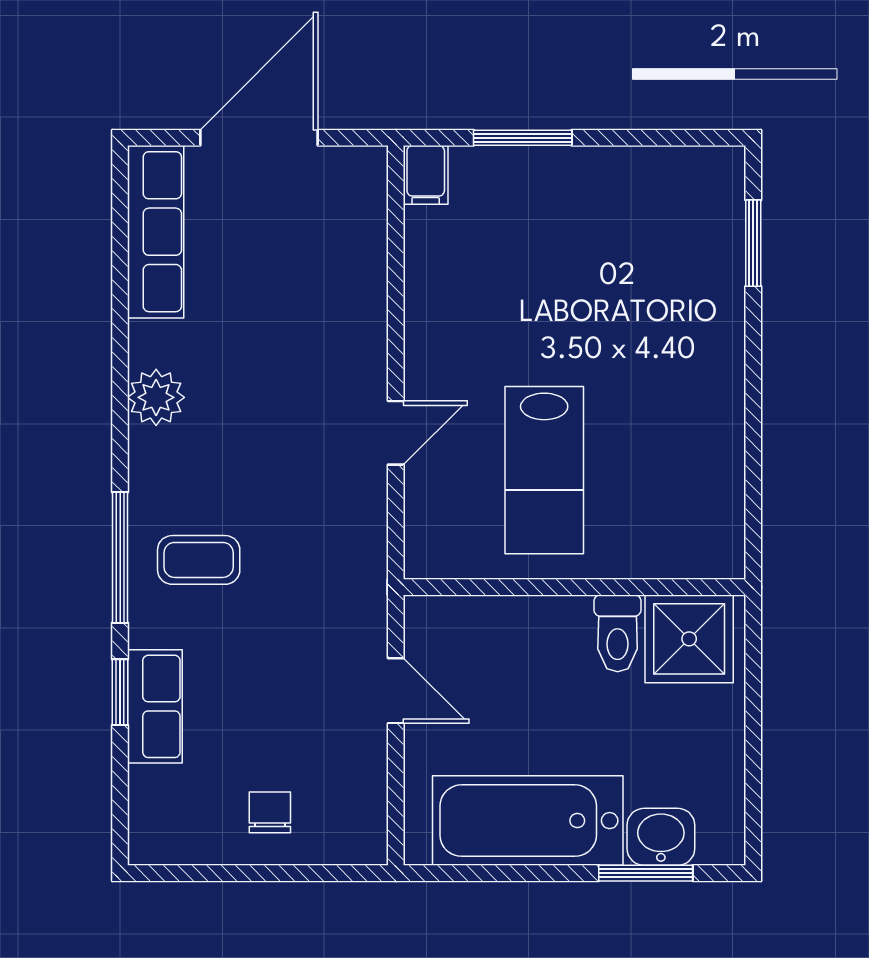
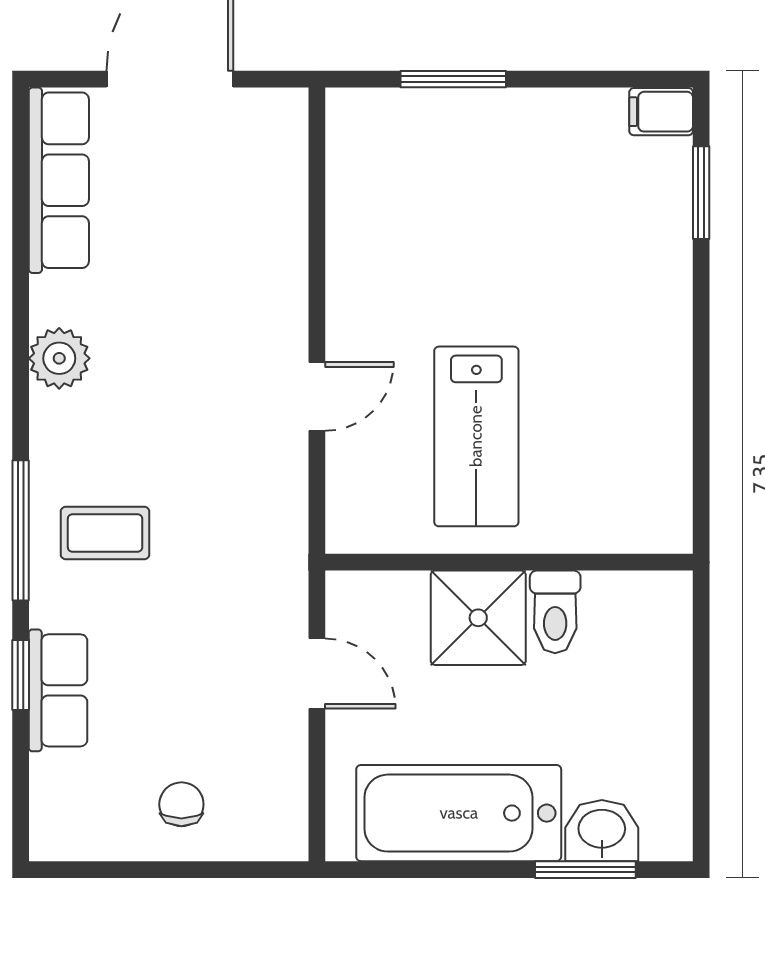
filing cabinet: (426, 175) -> (661, 112), moved, turned 90
shower: (689, 639) -> (478, 618), moved

